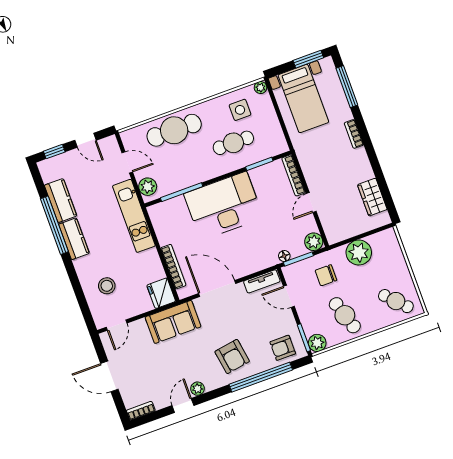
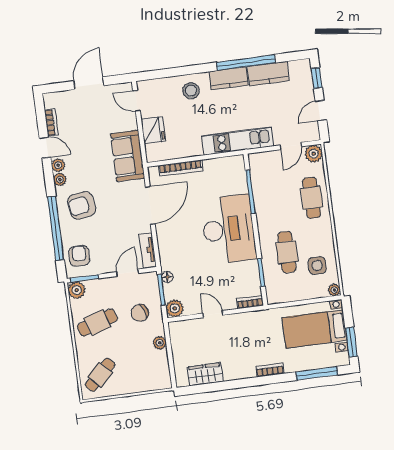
cafe table: (174, 130) -> (312, 198), width x0.73, depth x0.74
bookcase: (294, 175) -> (250, 302), width x0.64
plant: (148, 187) -> (314, 154), moved
plant: (359, 253) -> (160, 343), width x0.53, depth x0.53
chair: (326, 275) -> (140, 313), turned -109
stool: (107, 286) -> (191, 91), moved
fridge: (161, 293) -> (153, 130), moved, turned 90
plant: (211, 384) -> (60, 180), added
bookcase: (141, 411) -> (51, 122), moved

